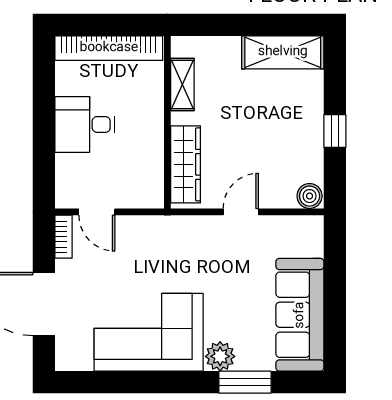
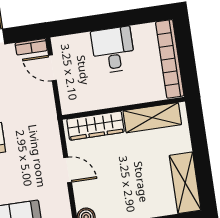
shelving: (182, 85) -> (152, 118), width x1.50, depth x1.33
door: (97, 212) -> (52, 68), hinge flipped

